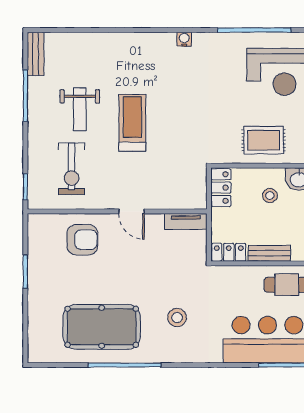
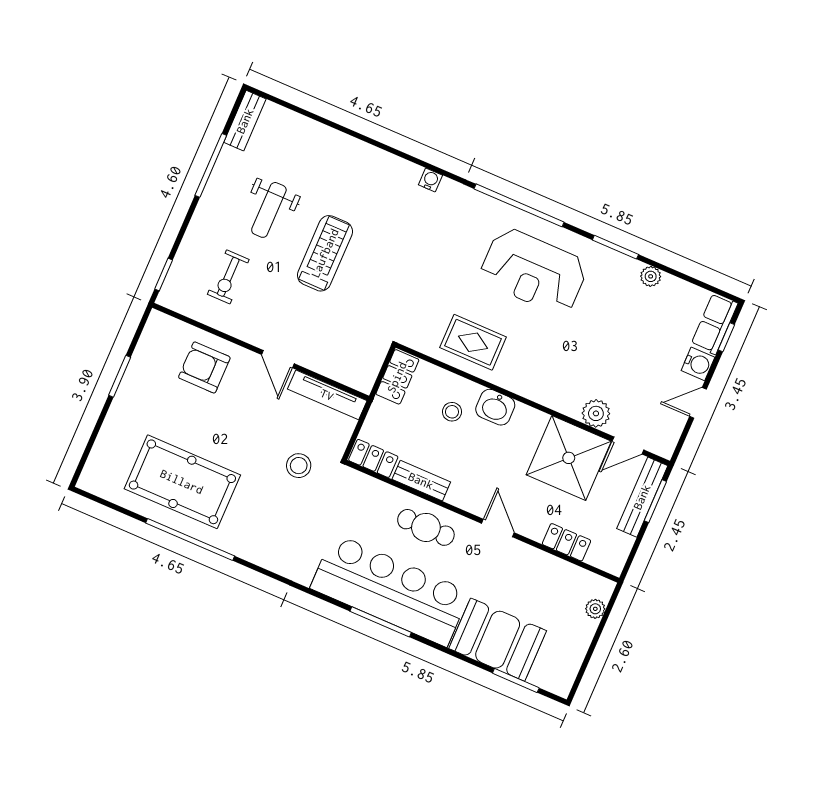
exercise bike: (72, 169) -> (228, 277), width x0.73, depth x0.72
tv unit: (186, 222) -> (327, 395), width x1.41
armchair: (82, 240) -> (204, 367), turned 180
stool: (177, 318) -> (299, 466), moved

